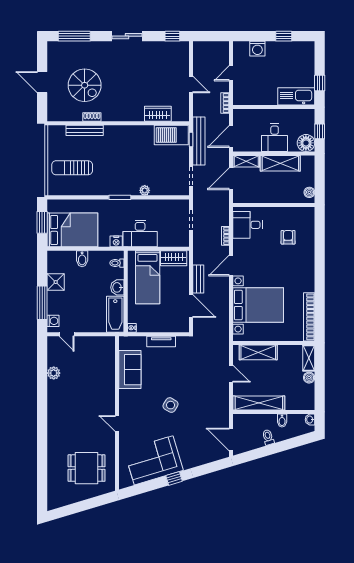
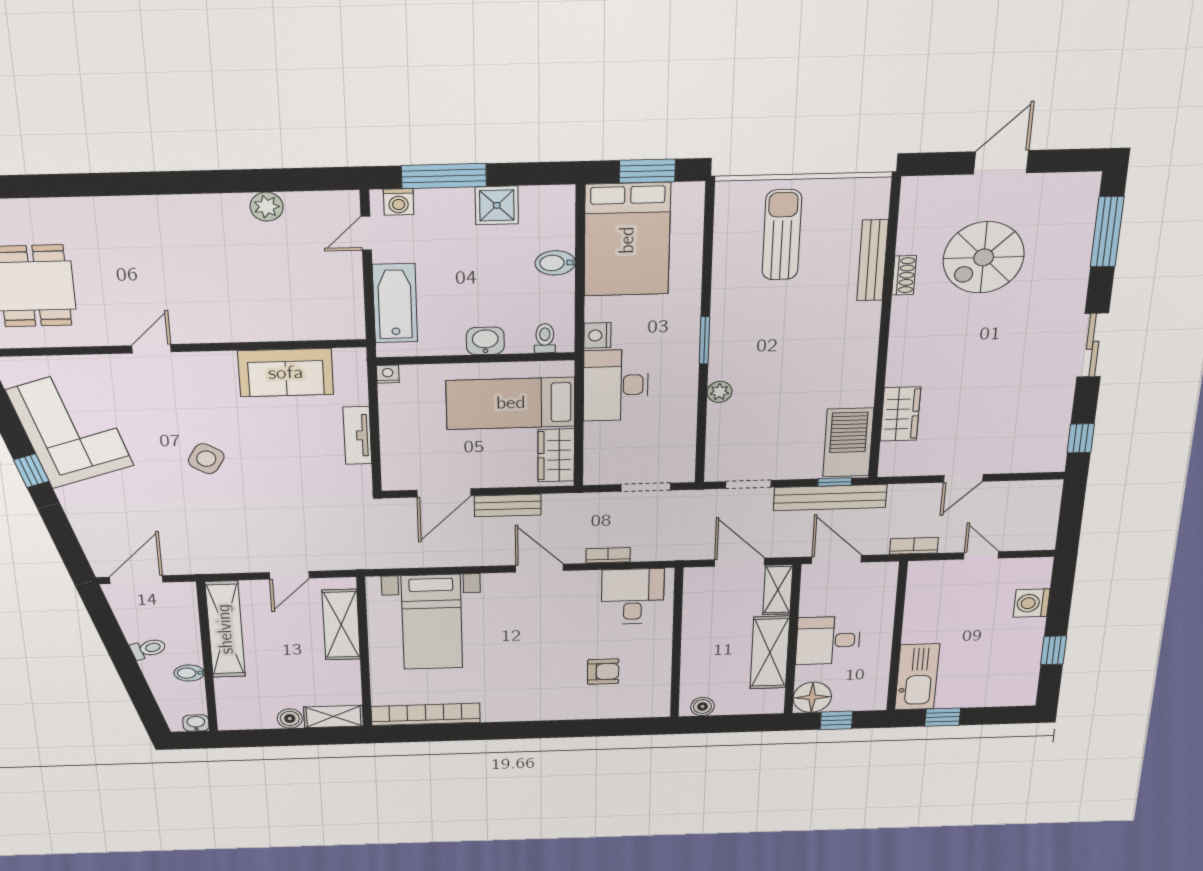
bed with nightstands: (258, 305) -> (432, 622), width x0.73
bathtub: (115, 314) -> (395, 303), moved, turned 90

